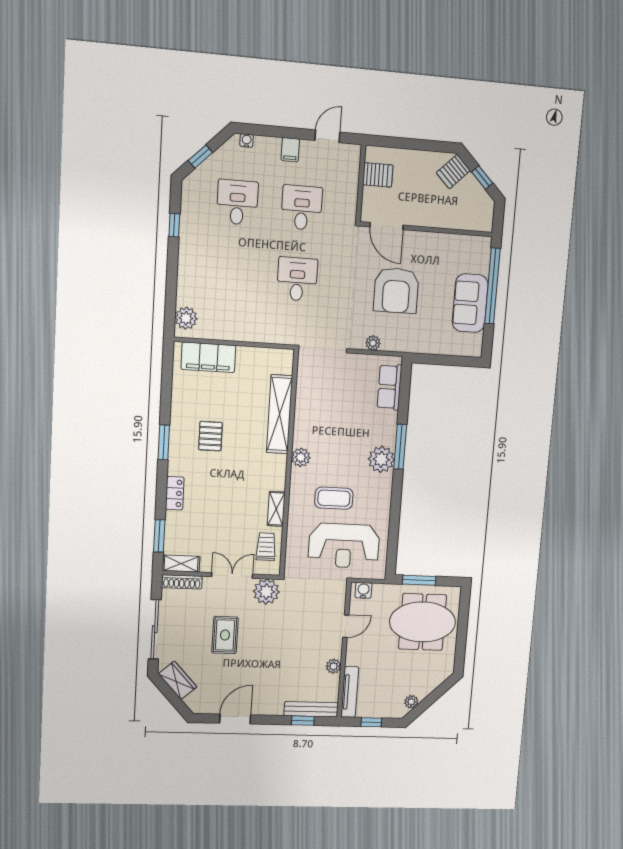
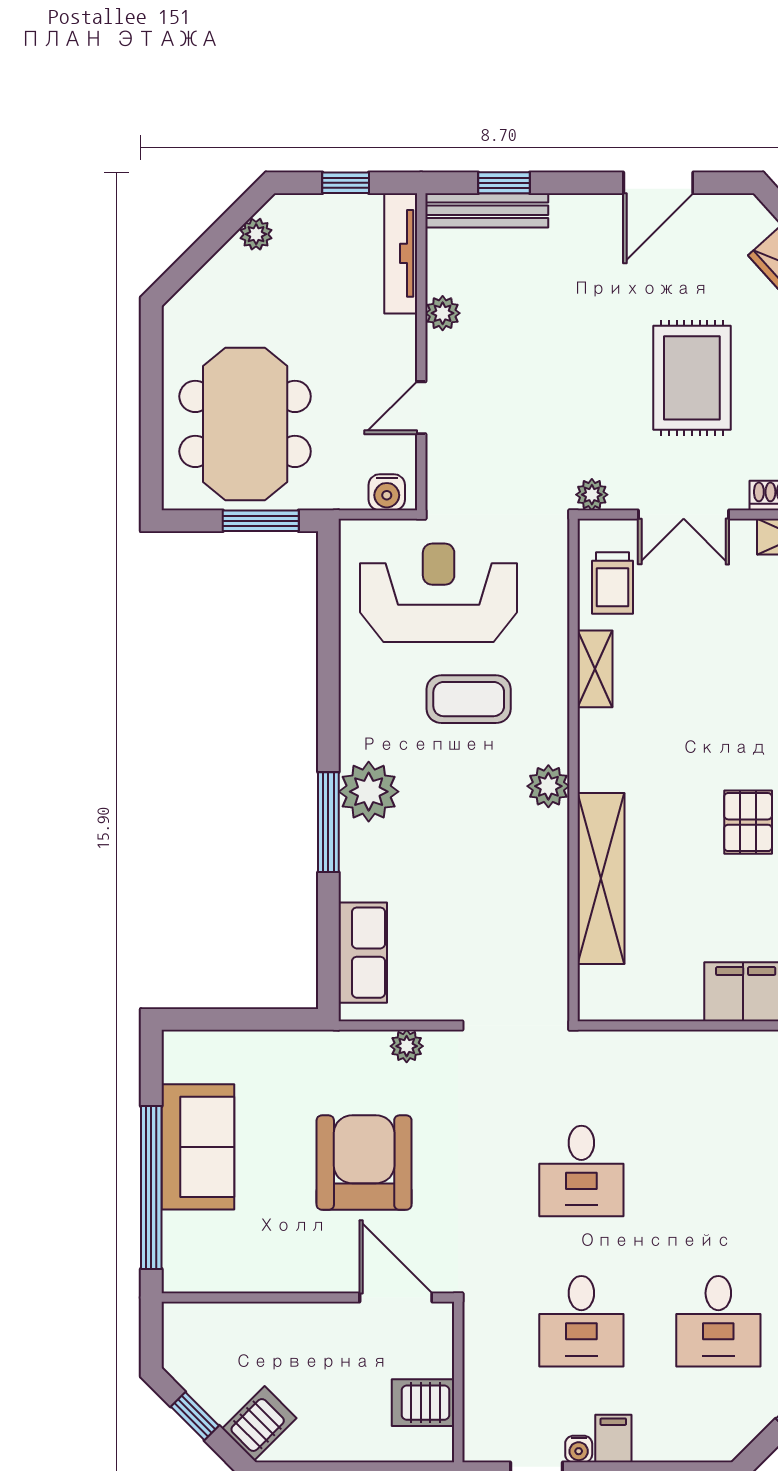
water cooler: (247, 141) -> (579, 1449), moved
plant: (266, 592) -> (592, 495), width x0.53, depth x0.53
meeting table: (423, 622) -> (245, 424), turned 90
rug: (225, 635) -> (692, 378), width x1.36, depth x1.43

